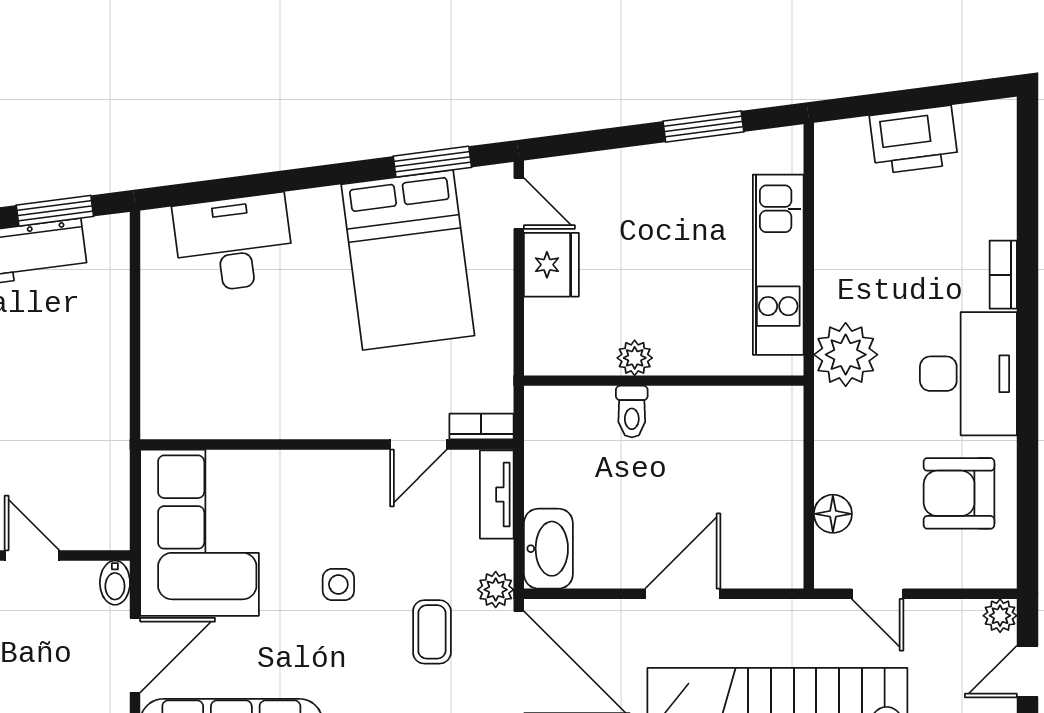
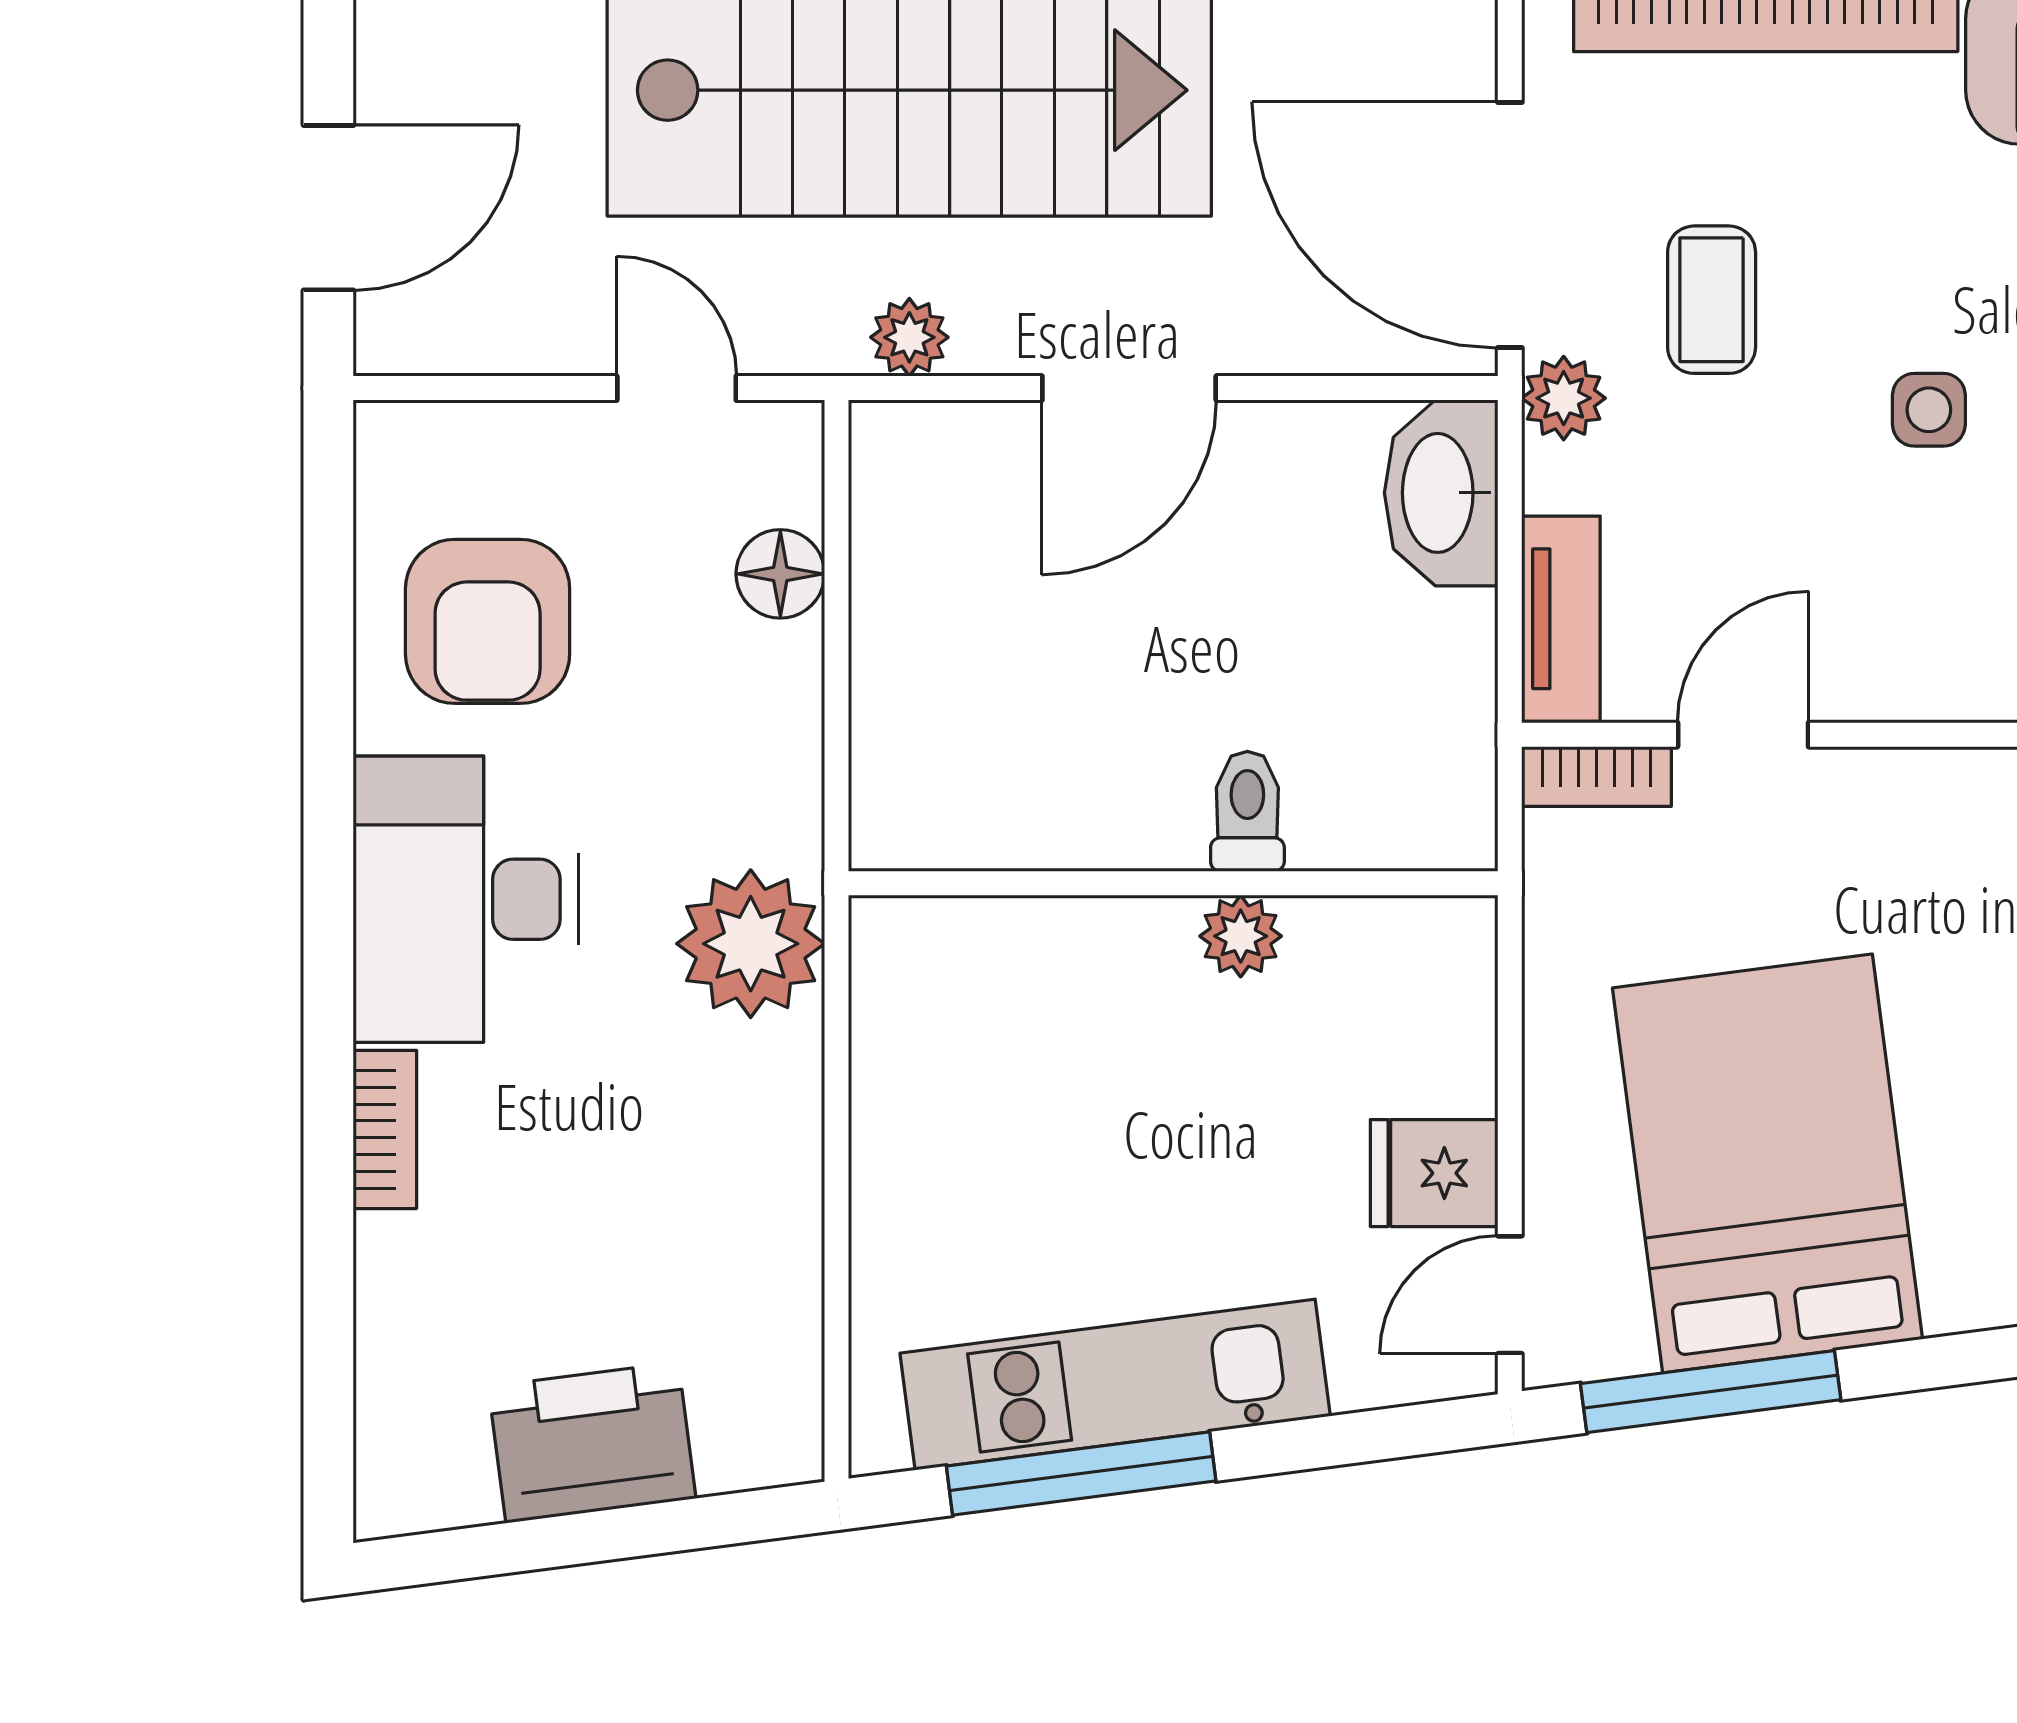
window: (703, 127) -> (1081, 1473), width x1.44
window: (432, 162) -> (1711, 1392), width x1.44
door: (519, 203) -> (1510, 1295), hinge flipped
fridge: (551, 265) -> (1434, 1173), width x0.72
kitchen unit: (778, 265) -> (1115, 1385), moved, turned -97
armchair: (959, 493) -> (488, 621), turned 90
plant: (1000, 616) -> (909, 337), moved
door: (1027, 671) -> (328, 208), width x1.38

